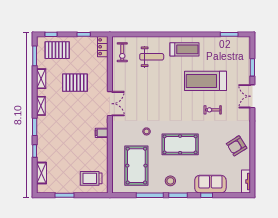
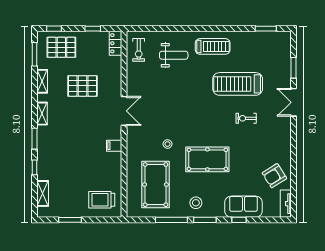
armchair: (237, 146) -> (274, 176), moved

